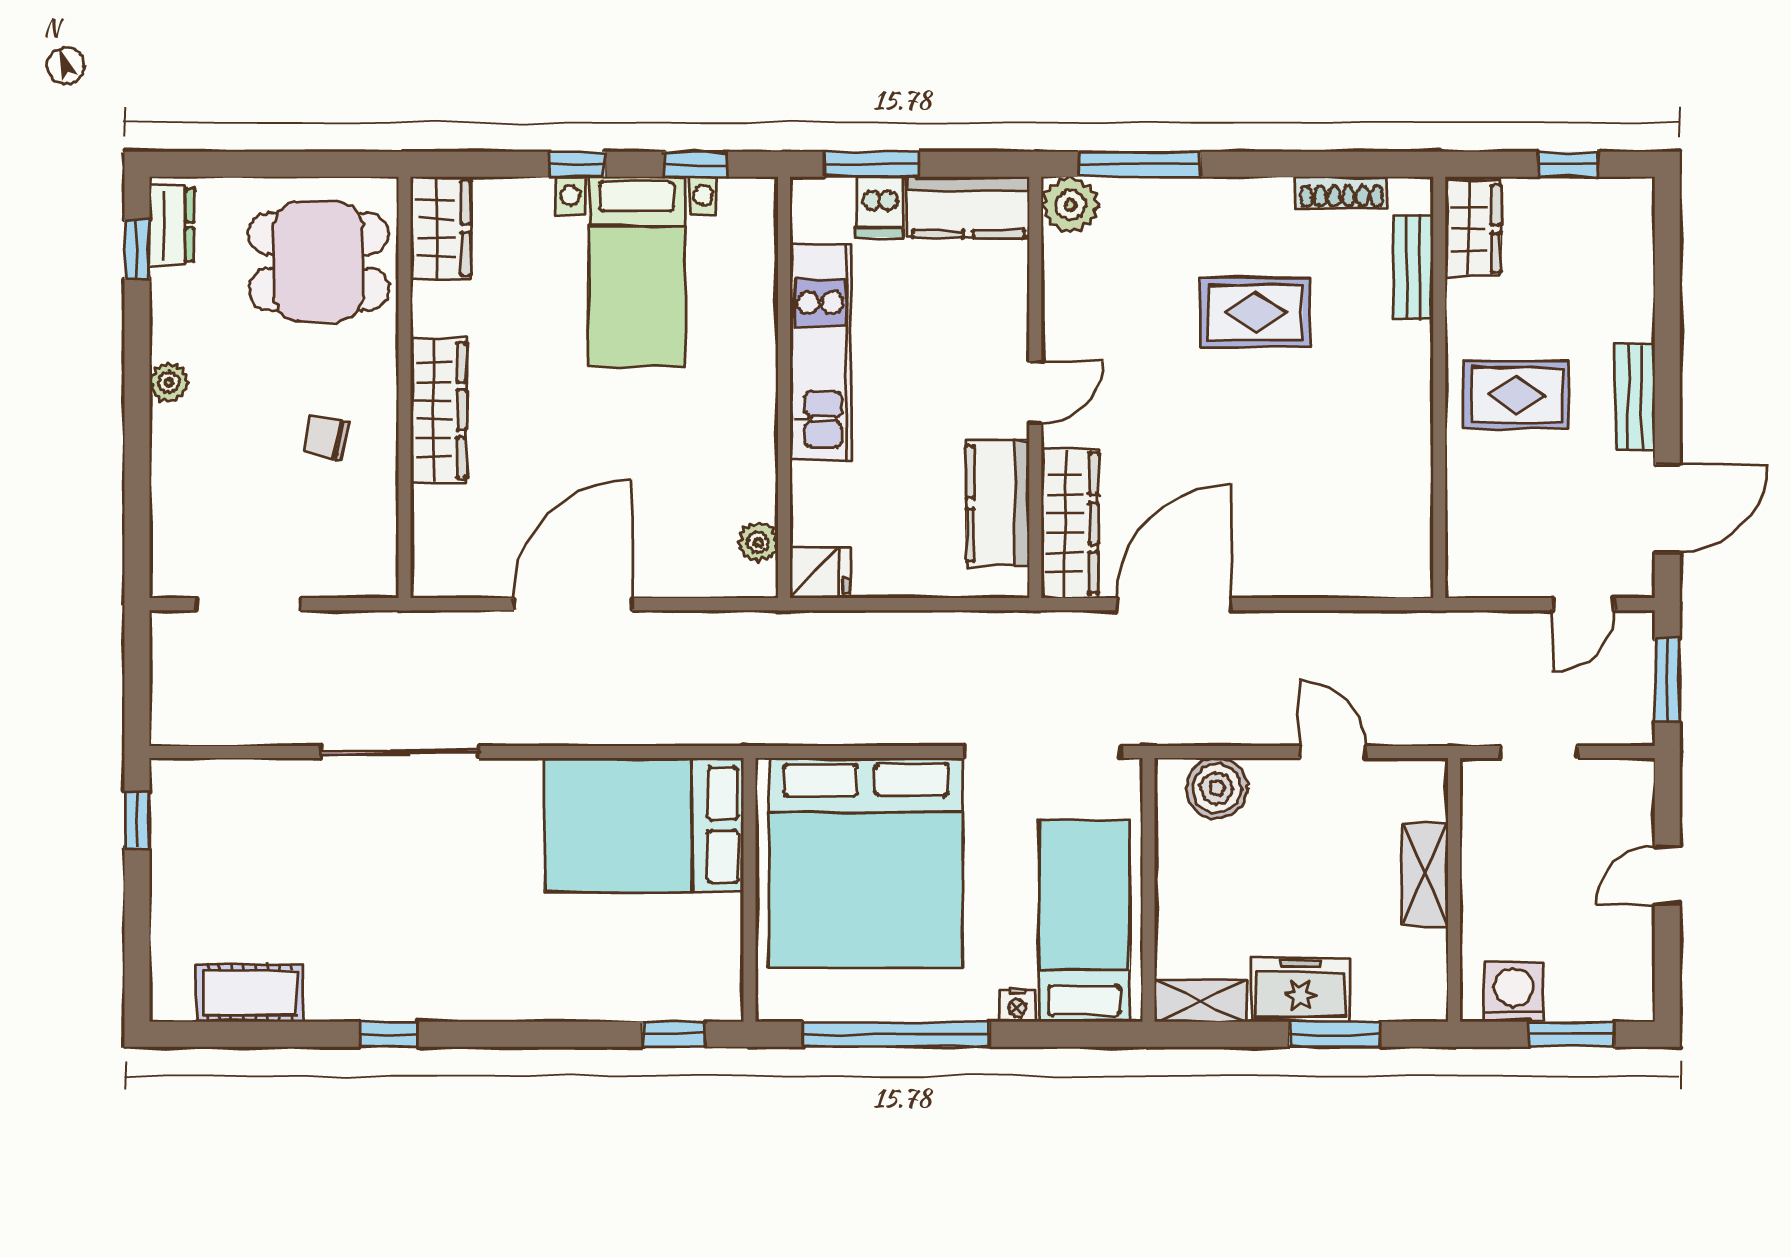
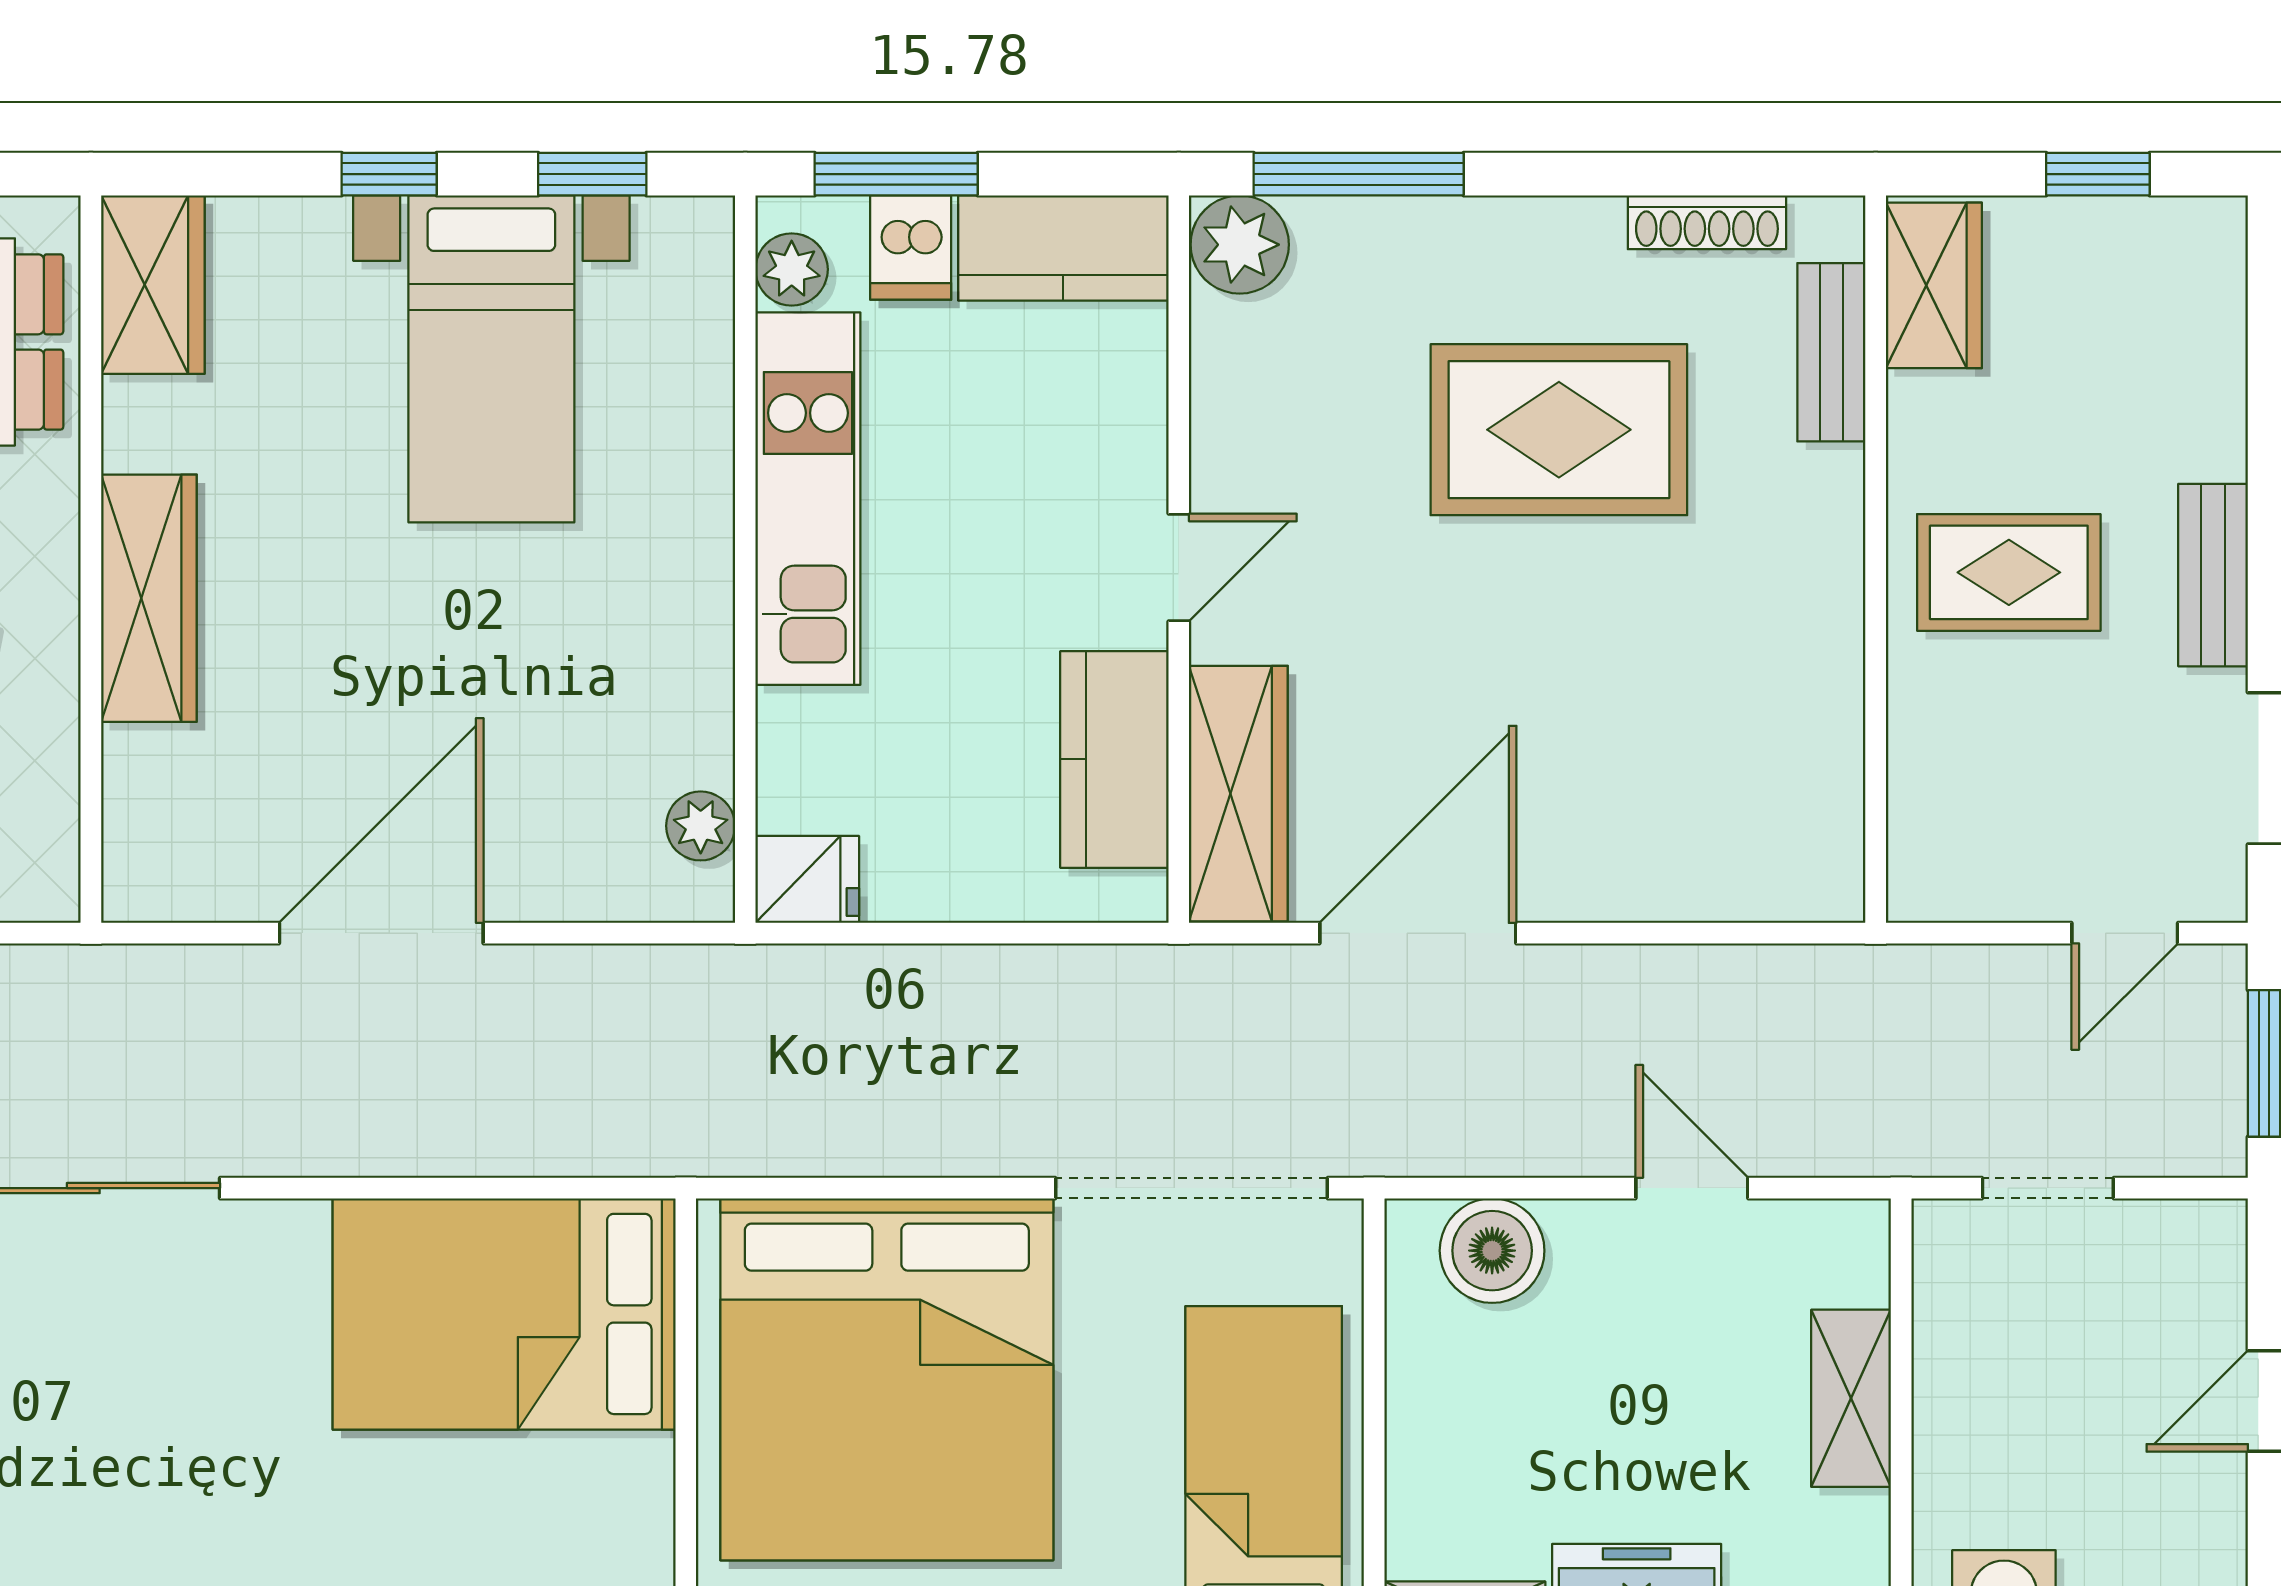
plant: (811, 219) -> (792, 269), added
rug: (1256, 312) -> (1559, 430), width x1.36, depth x1.43

